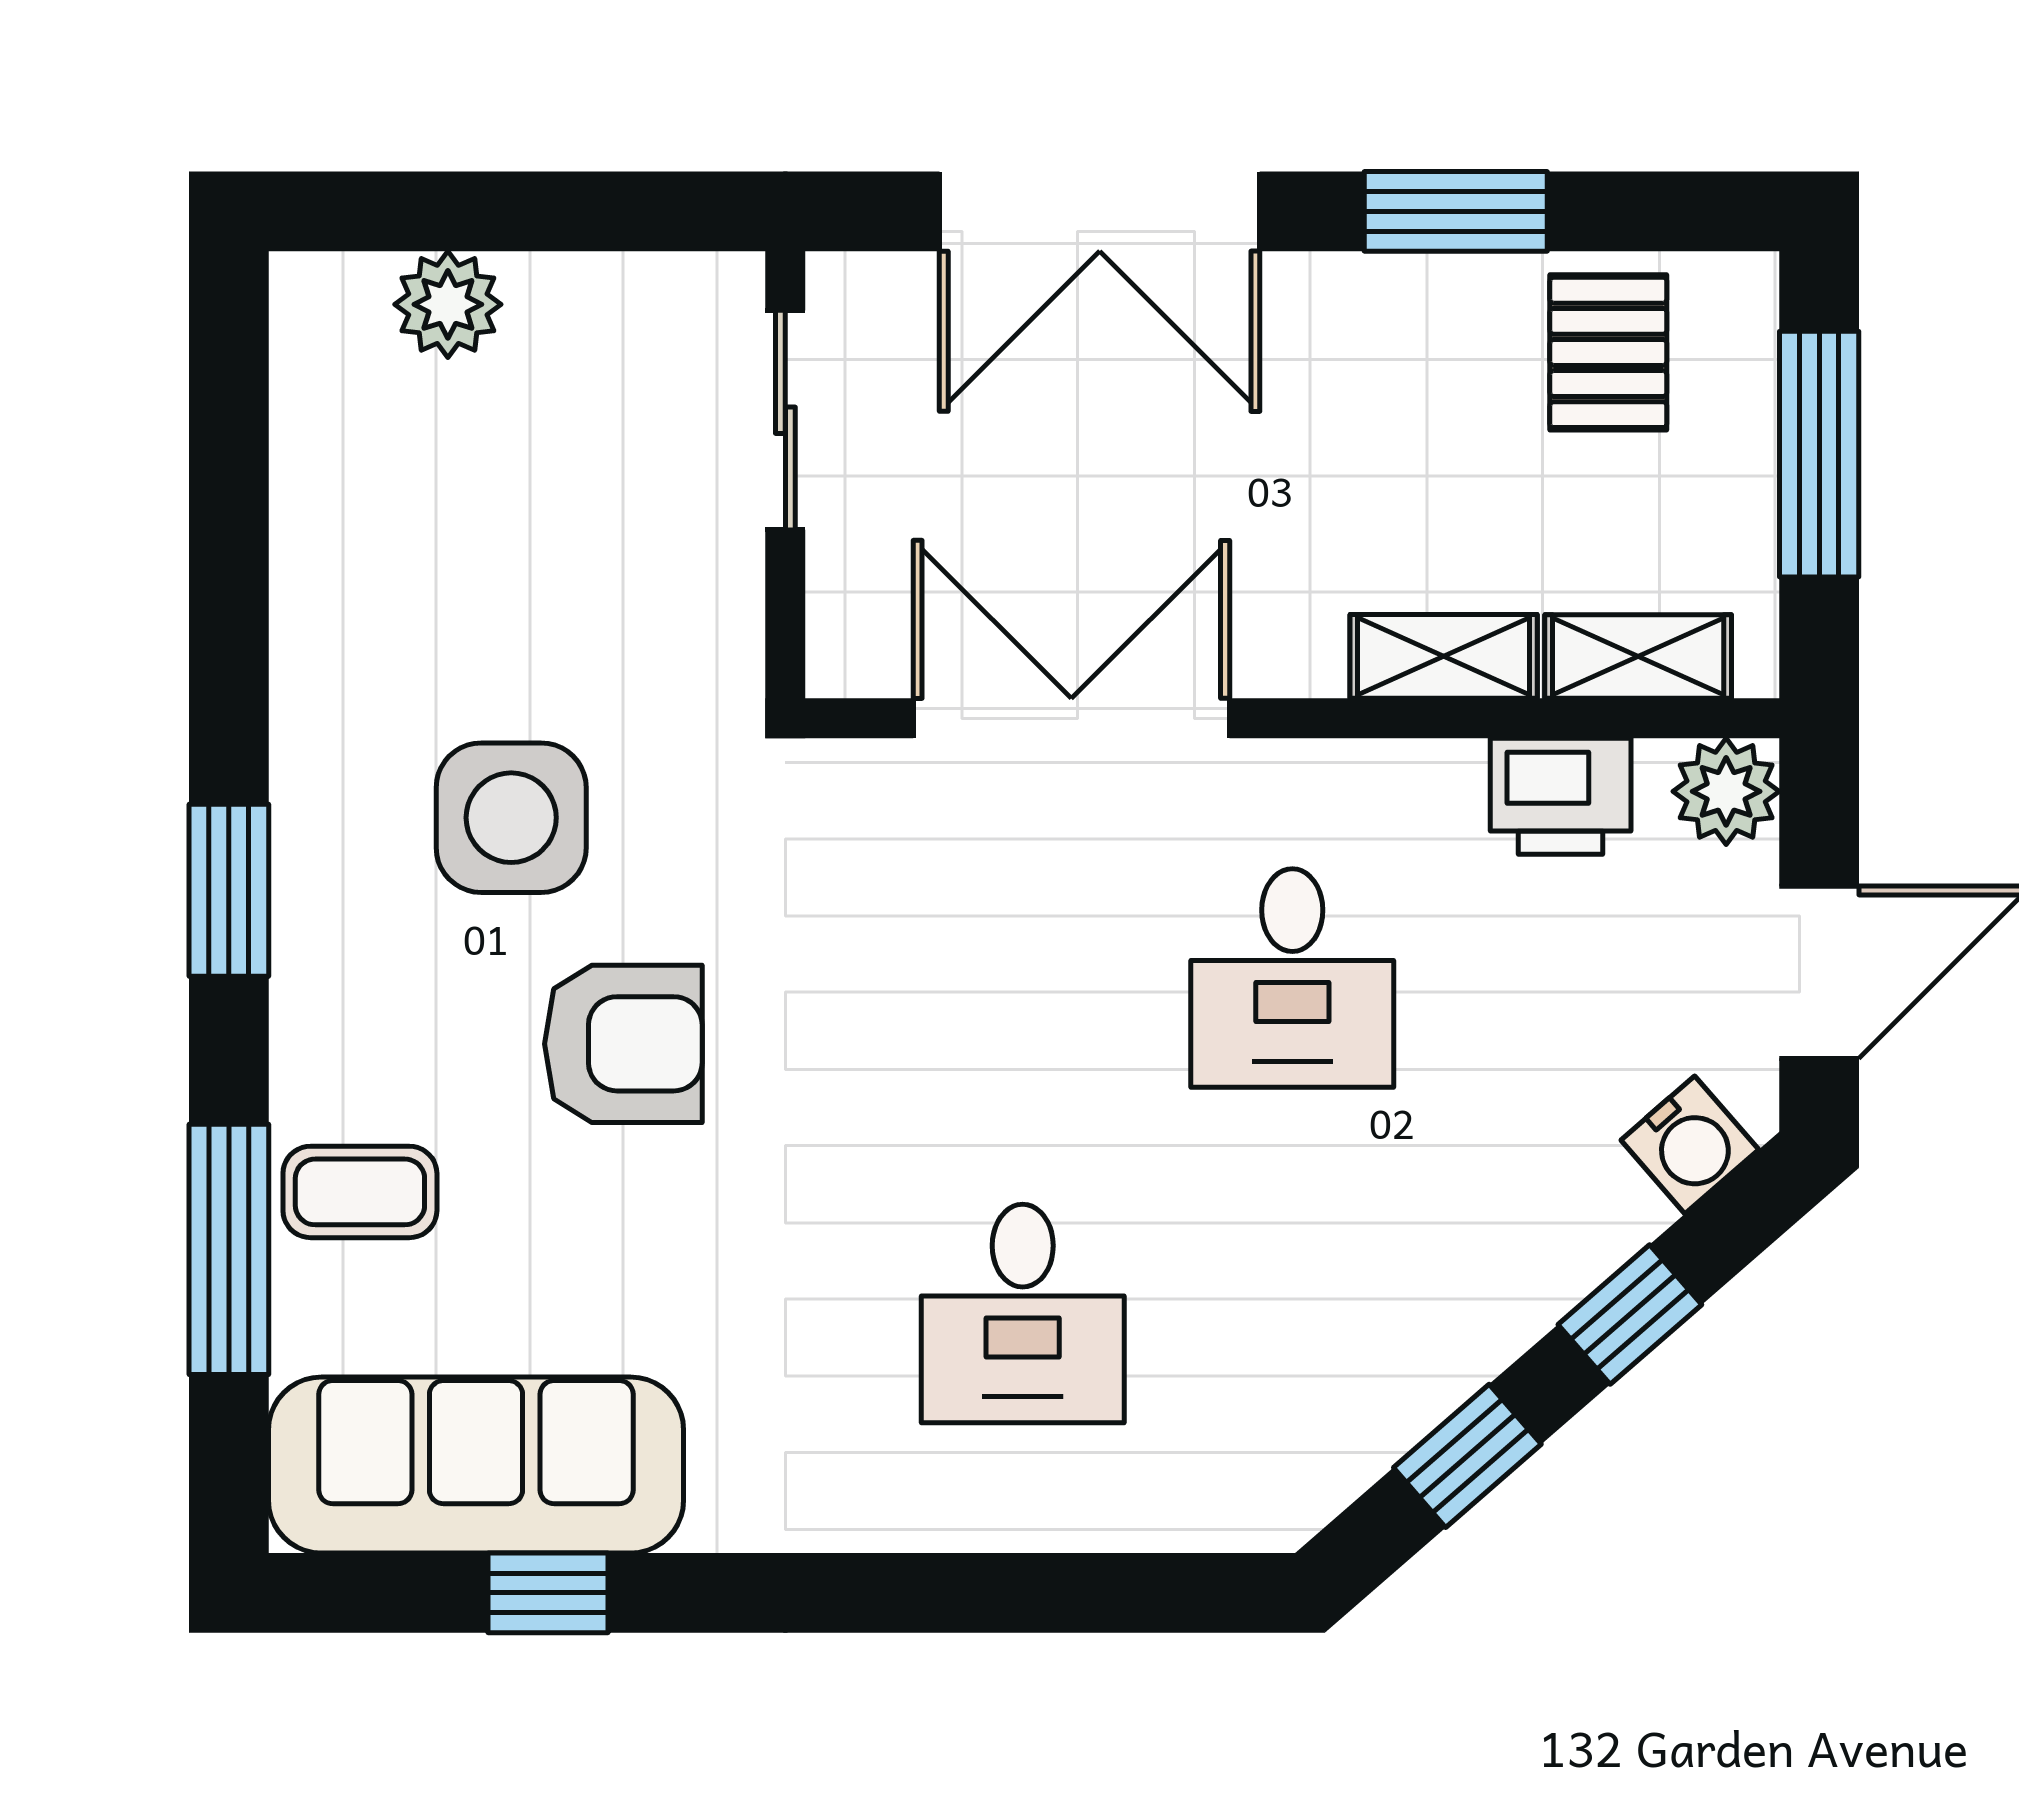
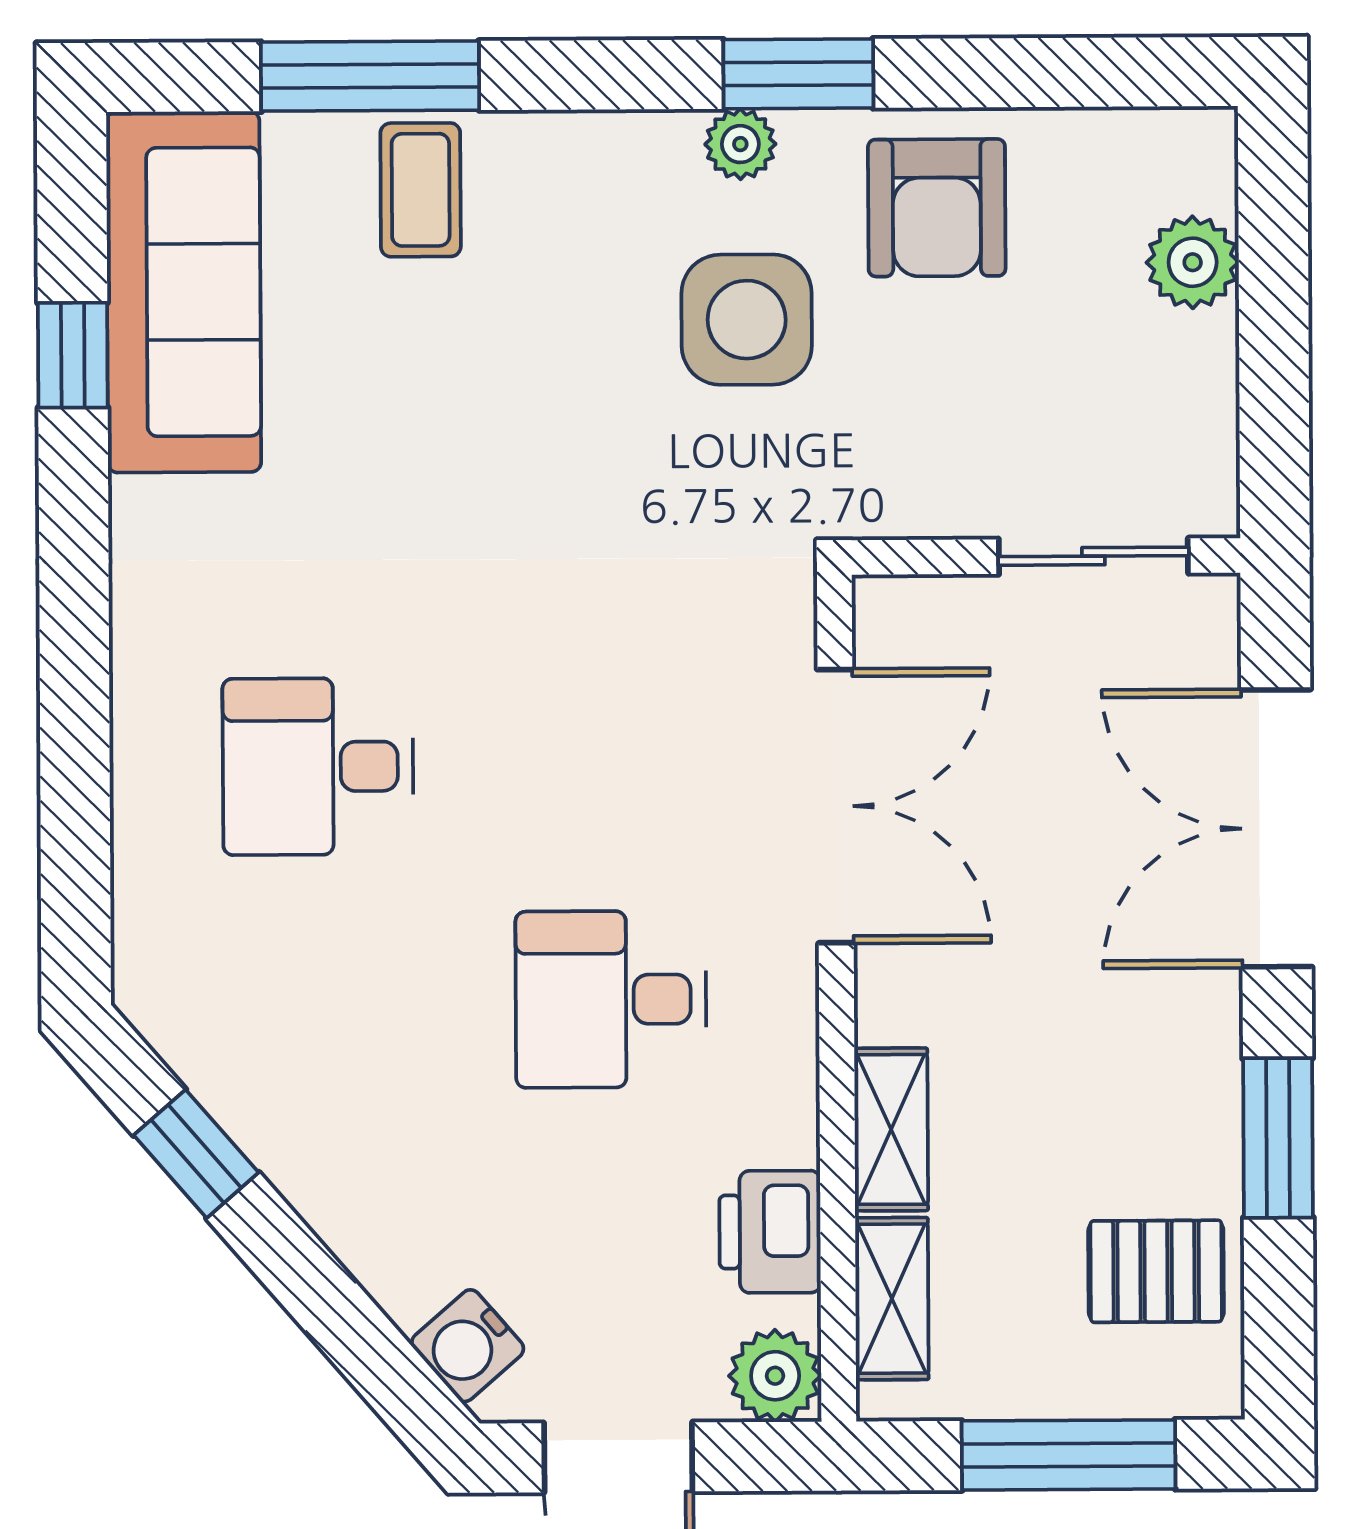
plant: (309, 824) -> (740, 144), added
window: (229, 890) -> (798, 74), moved
armchair: (623, 1044) -> (937, 208), moved
window: (1630, 1315) -> (320, 1294), removed

